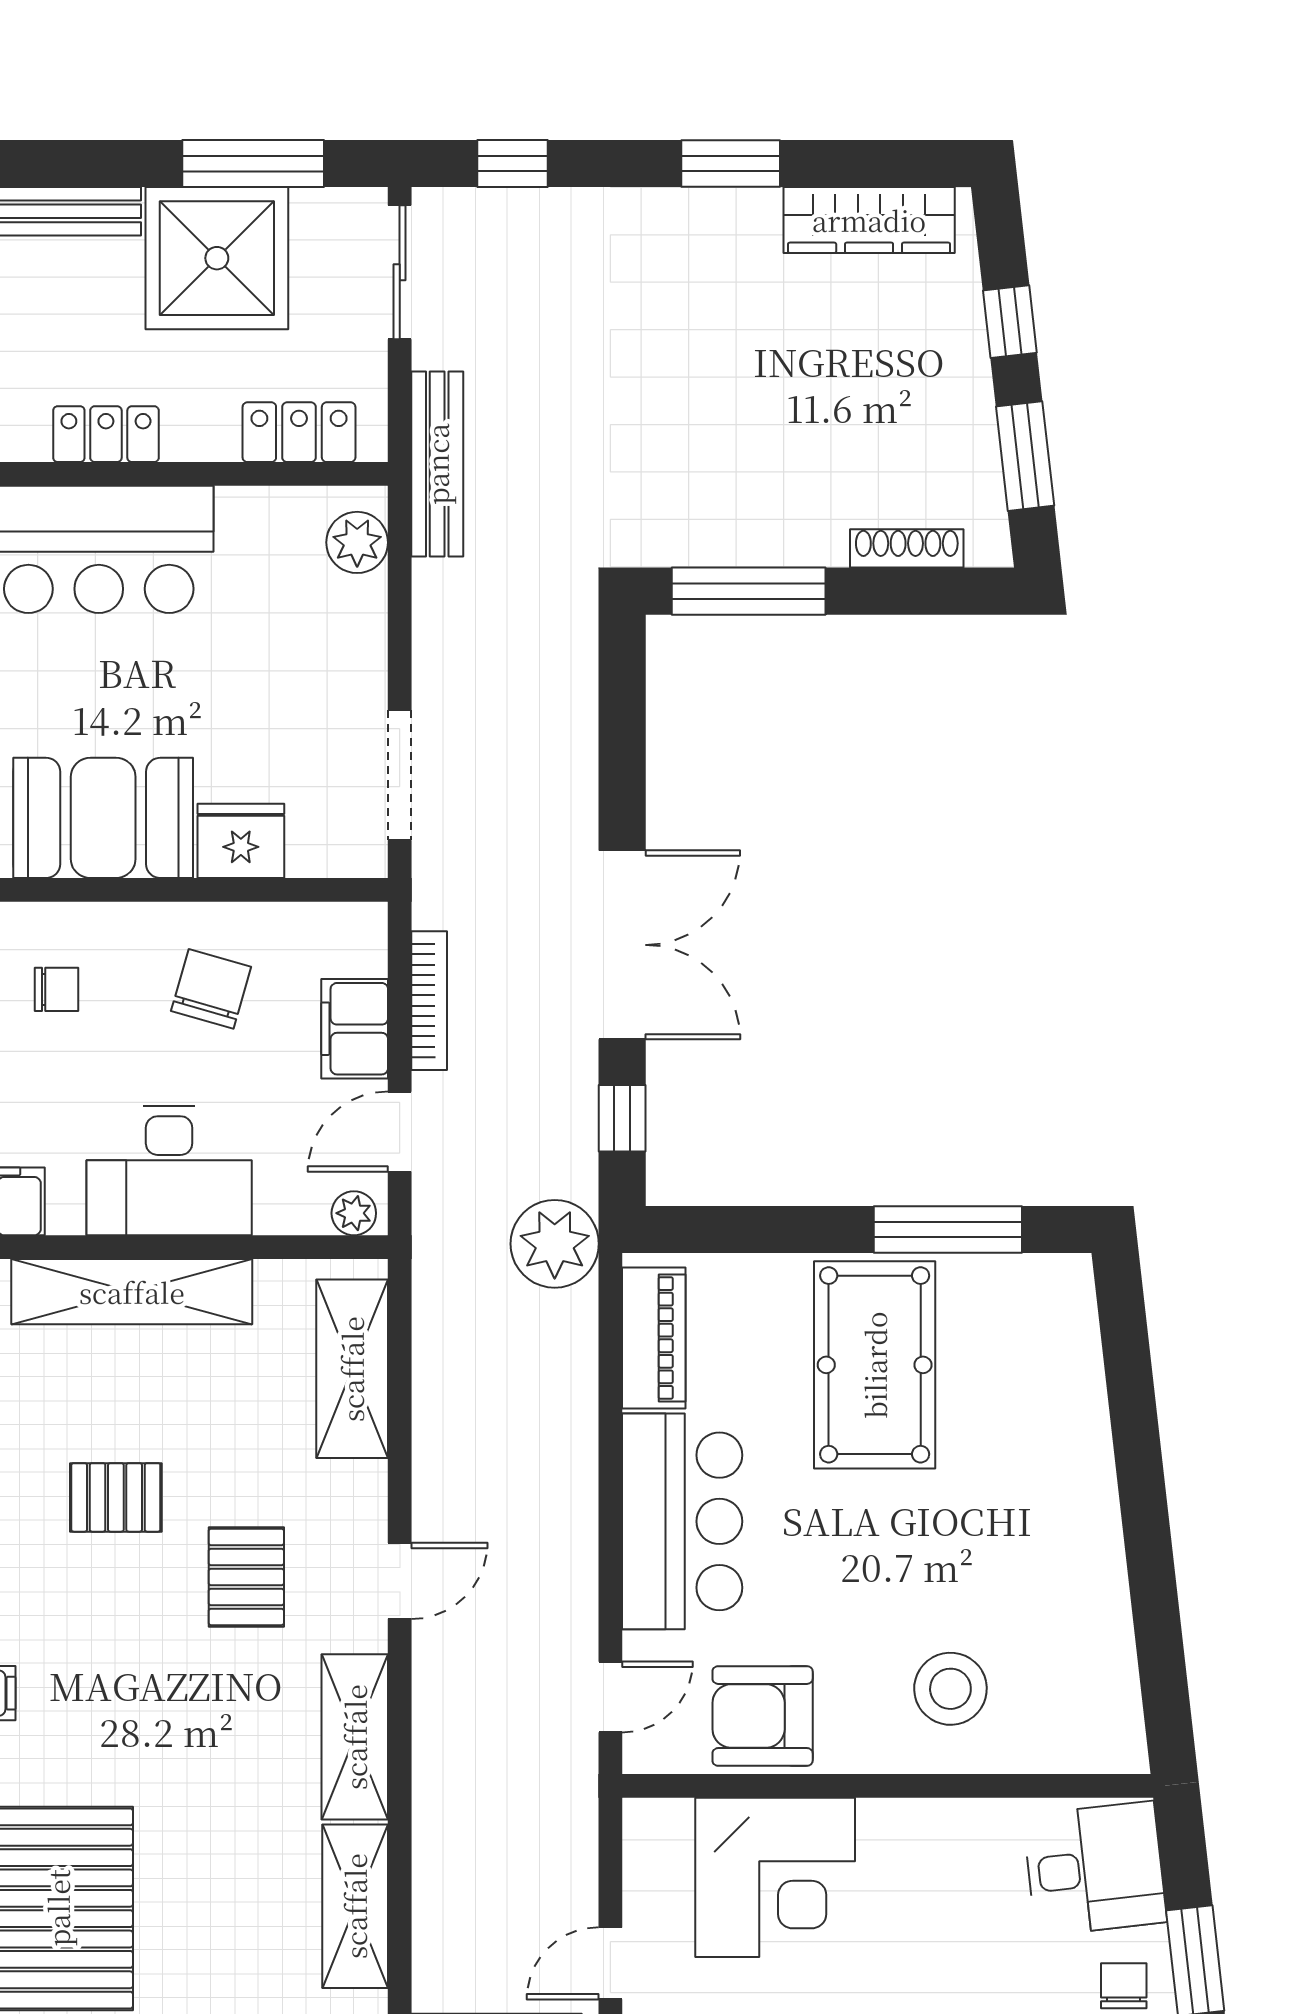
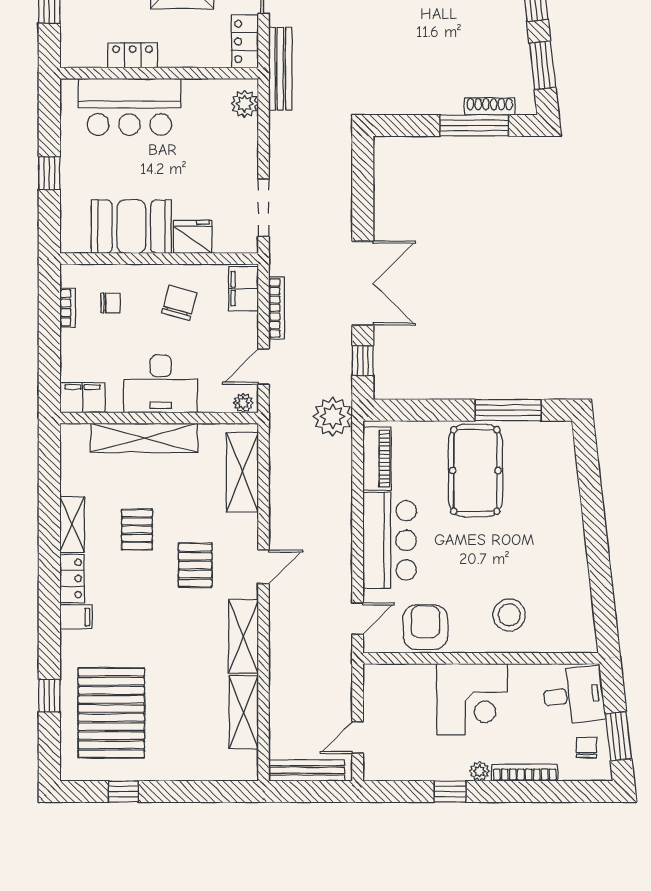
locker: (299, 432) -> (245, 41), moved, turned -90
window: (749, 591) -> (474, 125), moved
filing cabinet: (355, 1029) -> (243, 289), moved
pallet: (116, 1497) -> (137, 530), turned 90
armchair: (763, 1716) -> (425, 627), turned 90
corner desk: (775, 1877) -> (472, 699), moved

